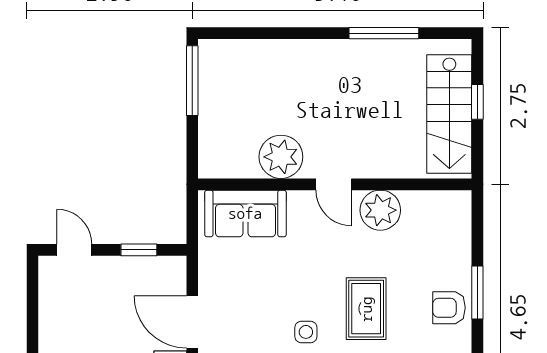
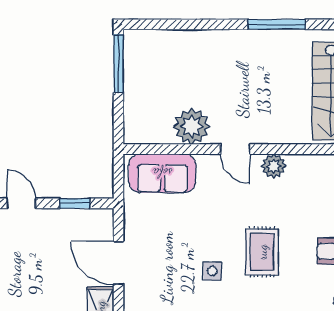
plant: (380, 210) -> (274, 166), width x0.73, depth x0.73

